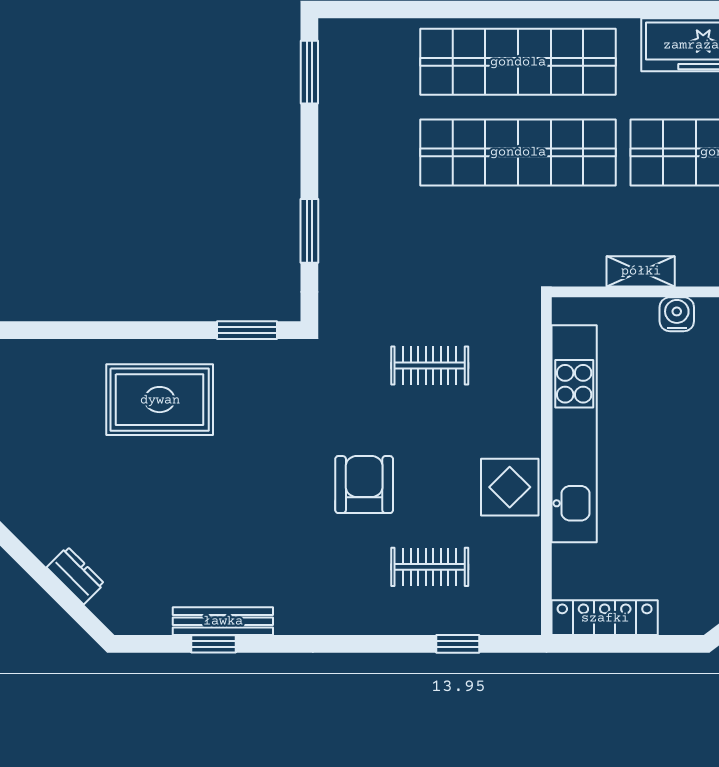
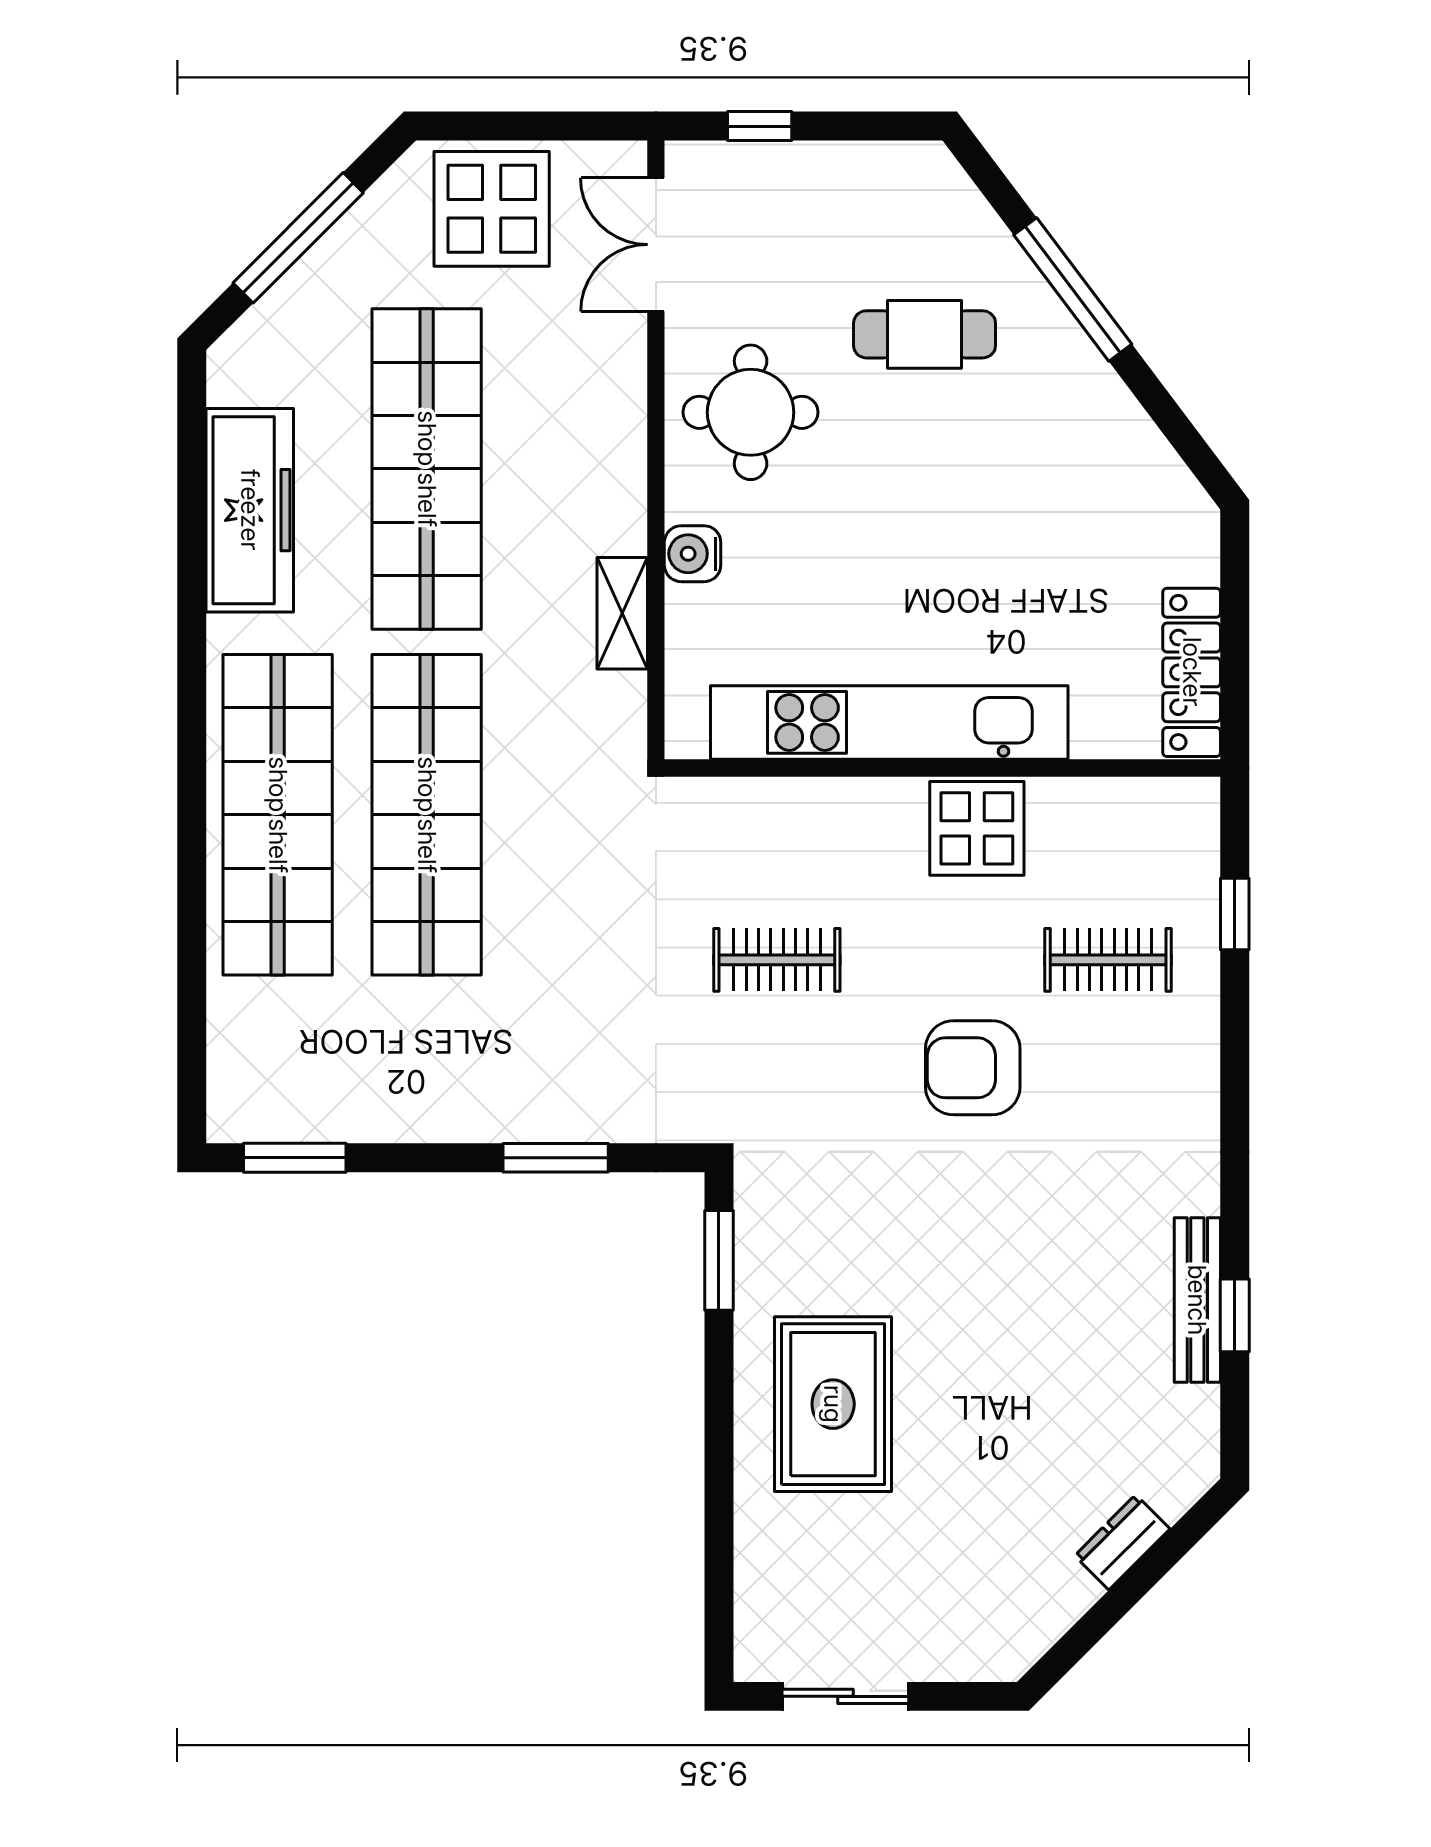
clothes rail: (430, 365) -> (777, 960), turned 90
clothes rail: (430, 567) -> (1108, 960), turned 90

